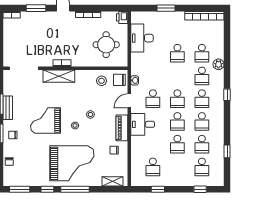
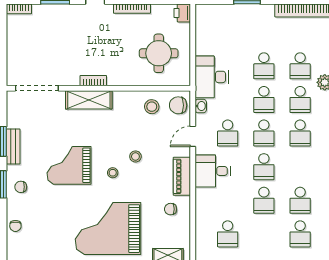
desk: (142, 38) -> (212, 77), moved
school desk: (202, 121) -> (264, 99), moved
grand piano: (72, 163) -> (108, 229), turned 180

